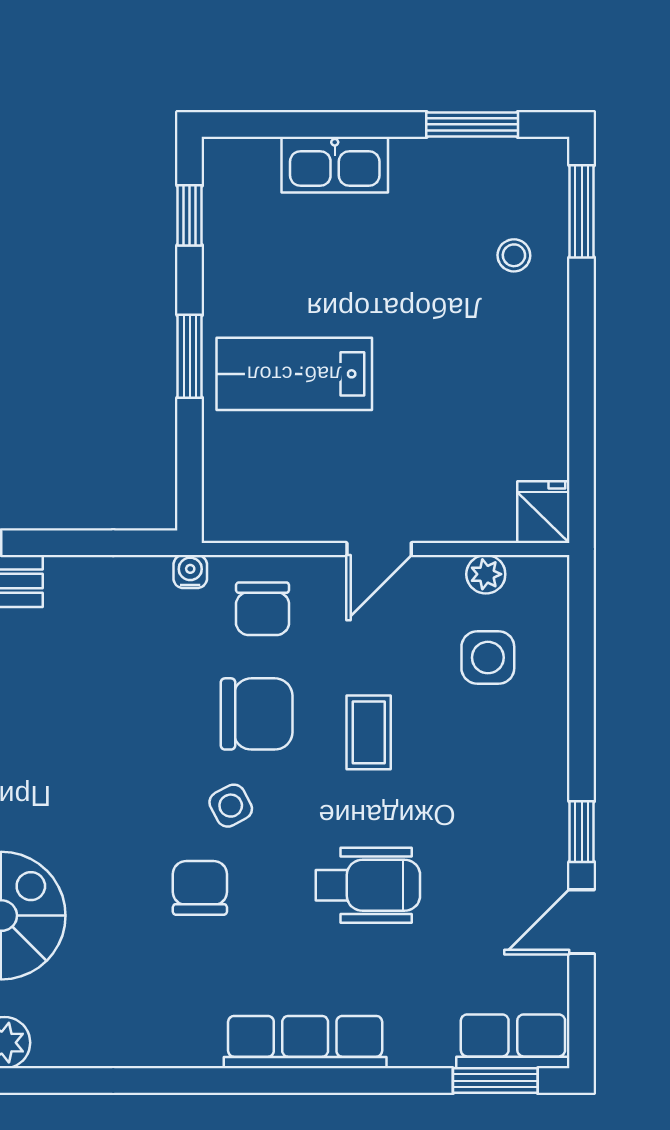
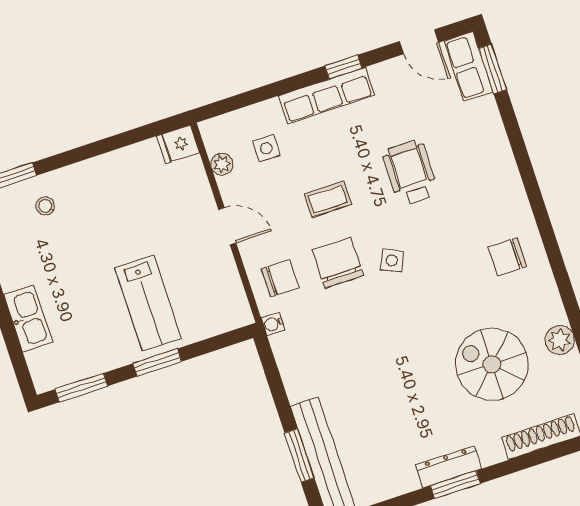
window: (190, 215) -> (81, 388), width x1.50
side table: (488, 658) -> (266, 148), width x0.73, depth x0.73
side table: (231, 806) -> (392, 260), turned -38
chair: (200, 888) -> (507, 257), moved
door: (582, 922) -> (419, 42), moved
row of seats: (305, 1042) -> (327, 95), moved, turned -90

